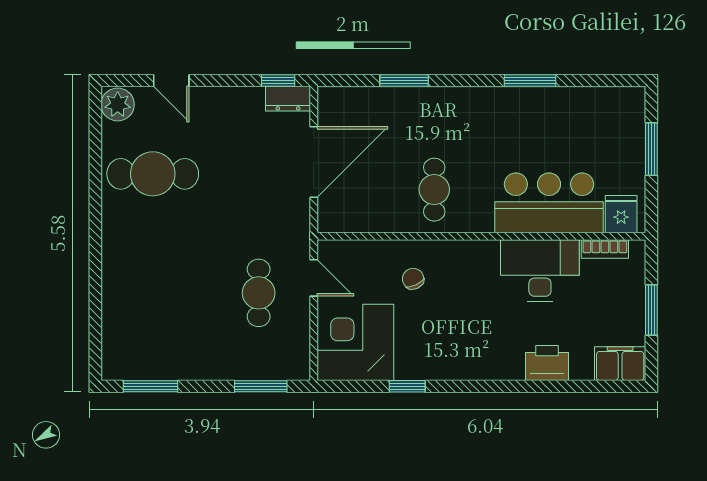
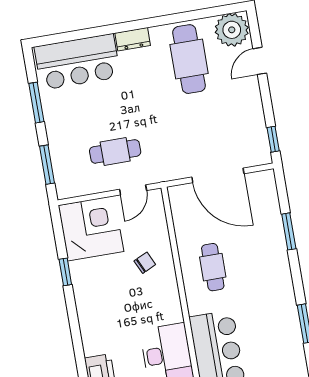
dresser: (288, 99) -> (133, 39), moved, turned -90
plant: (118, 104) -> (232, 30), width x1.36, depth x1.36
cafe table: (434, 190) -> (213, 267), turned 90
bar counter: (131, 323) -> (77, 62), added
window: (150, 386) -> (36, 103), moved

